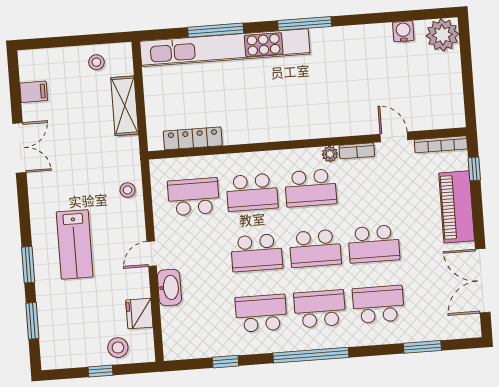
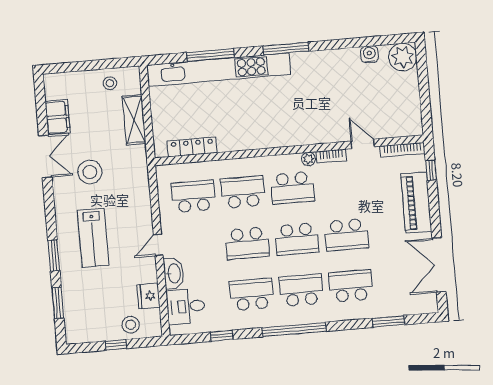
filing cabinet: (34, 92) -> (58, 117), width x2.00
stool: (127, 190) -> (90, 172), moved, width x1.89, depth x1.89
school desk: (252, 192) -> (243, 192), turned 180
desk: (183, 327) -> (186, 306), added

